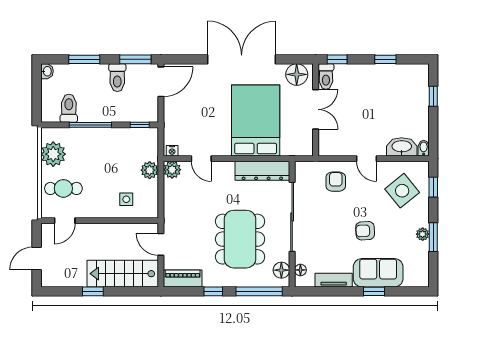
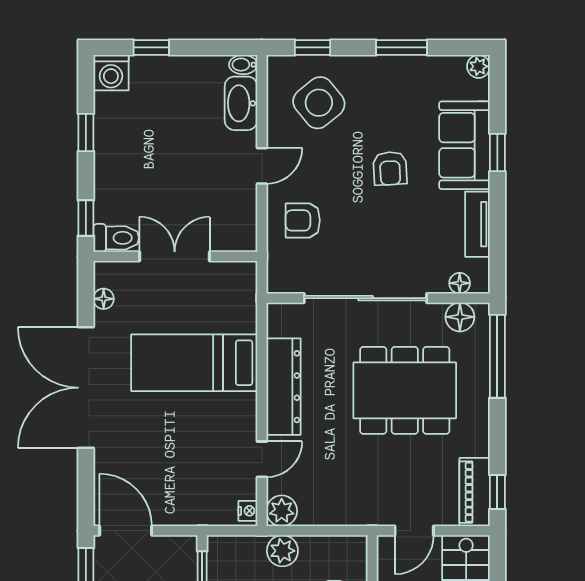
floor lamp: (297, 74) -> (104, 299), width x0.53, depth x0.53
washing machine: (419, 74) -> (111, 73), added
bed: (256, 120) -> (194, 363), width x0.67
dresser: (262, 171) -> (283, 387), moved
plant: (423, 234) -> (479, 66), moved
window: (213, 291) -> (497, 492), moved

